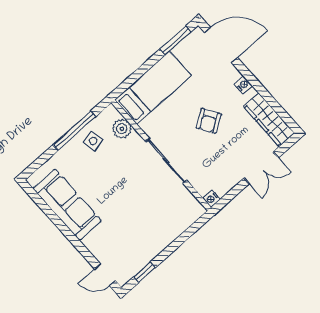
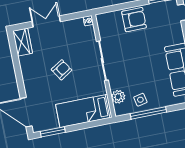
nightstand: (243, 85) -> (27, 79), removed
wardrobe: (269, 120) -> (23, 42), width x0.67
armchair: (157, 232) -> (134, 20), added

